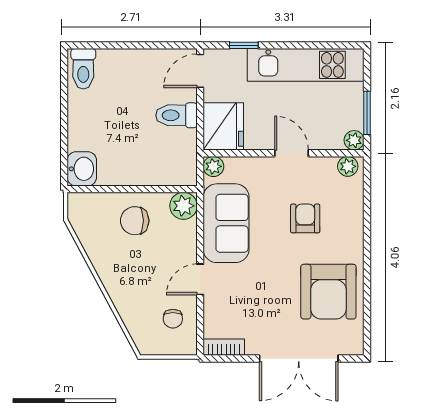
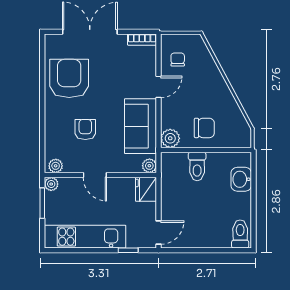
toilet: (176, 115) -> (197, 166), moved, turned 90
fridge: (223, 126) -> (146, 189), width x0.73, depth x0.75
washbasin: (82, 169) -> (241, 179), moved
armchair: (305, 218) -> (85, 129), turned 180

